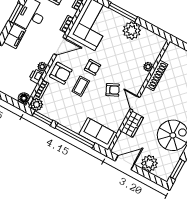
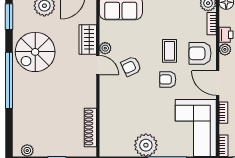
door: (60, 46) -> (218, 83), hinge flipped
plant: (148, 67) -> (105, 48), moved
shoe rack: (156, 75) -> (90, 127), moved

